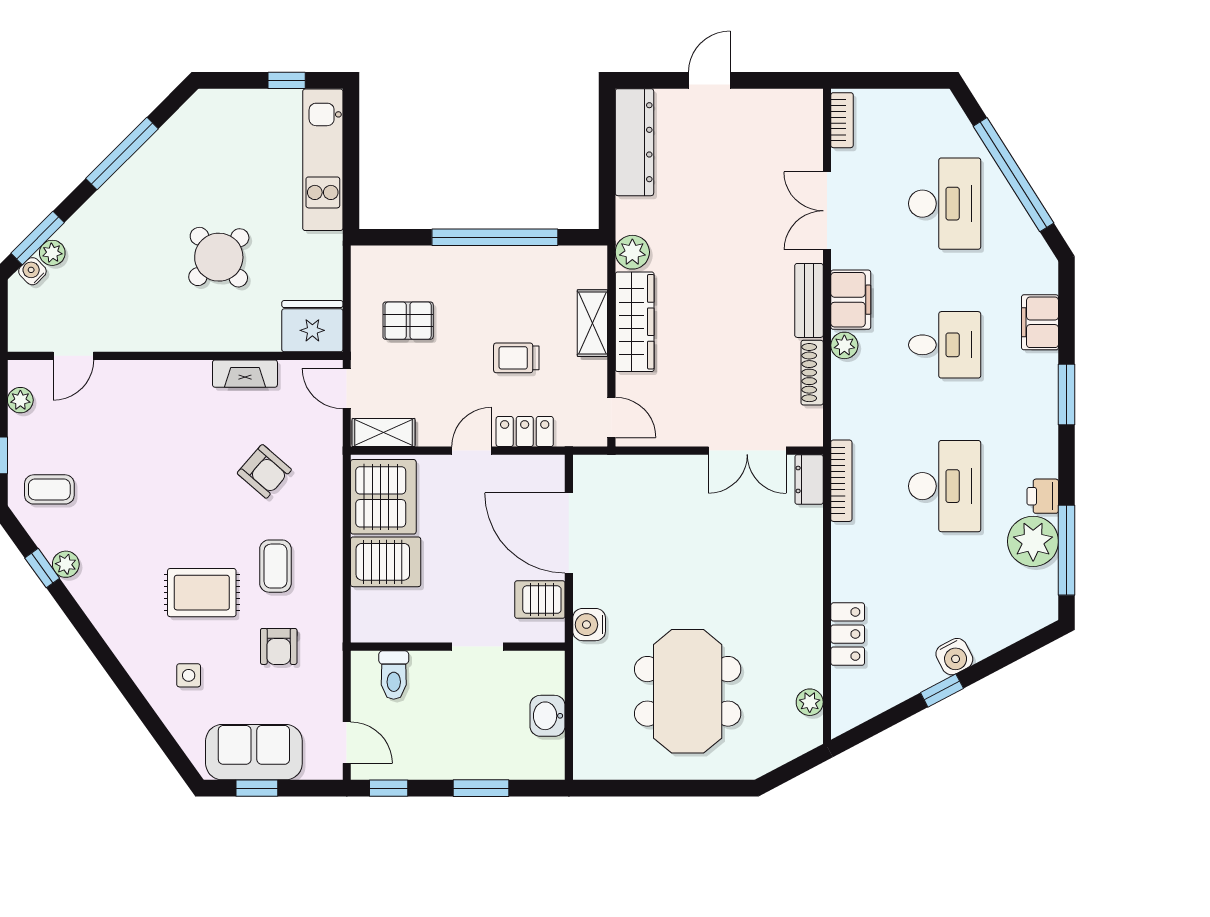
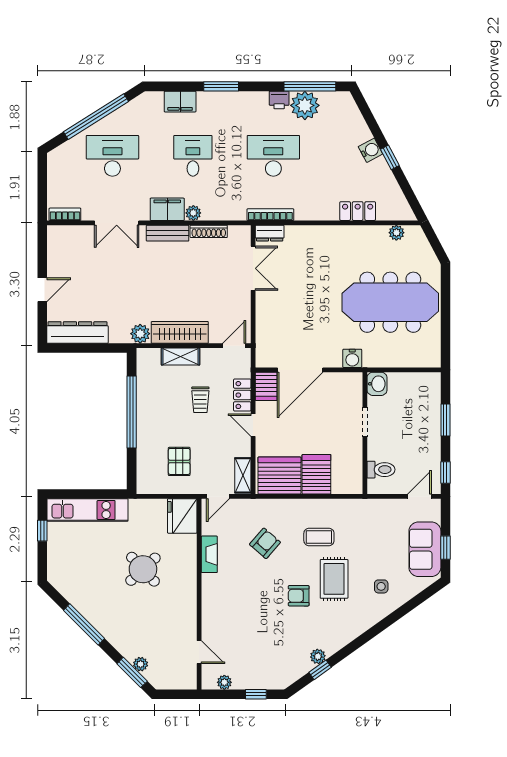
door: (709, 80) -> (42, 290), swing flipped
water cooler: (32, 271) -> (151, 675), removed
coffee table: (49, 489) -> (275, 666), removed
server rack: (540, 600) -> (266, 386), moved
armchair: (279, 646) -> (299, 596), moved, turned 180
meeting table: (688, 691) -> (390, 302), width x1.36
washbasin: (548, 716) -> (377, 384), moved, turned -90

